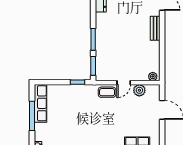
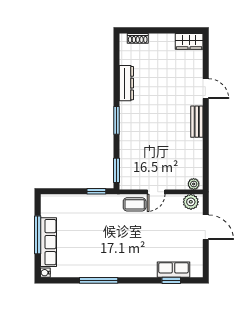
window: (93, 39) -> (117, 120), moved
plant: (139, 90) -> (191, 202), moved
row of seats: (40, 103) -> (49, 242), moved

